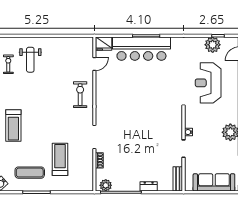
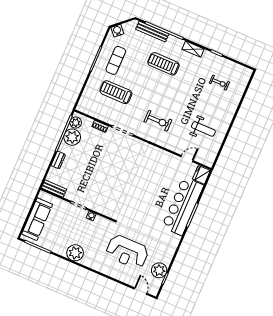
weight bench: (30, 60) -> (203, 129), moved, turned 180
door: (94, 64) -> (187, 159), swing flipped
reception desk: (208, 83) -> (127, 252), turned 180
exercise bike: (80, 95) -> (158, 121), moved
treadmill: (60, 159) -> (116, 92), turned 180
plant: (121, 183) -> (72, 137), added

